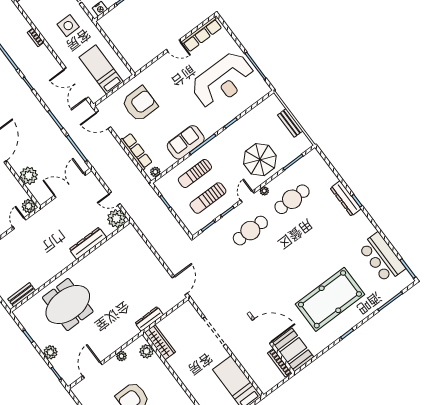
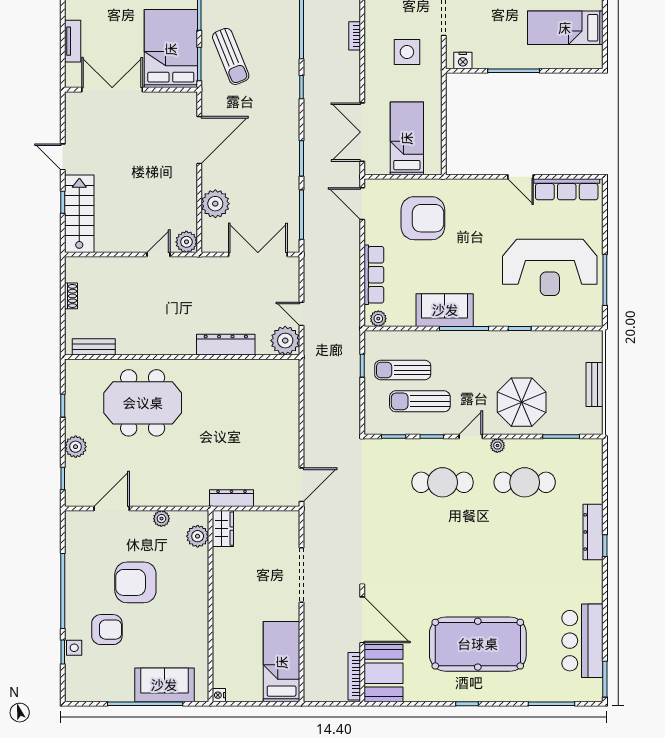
sun lounger: (195, 173) -> (403, 370), moved
wardrobe: (160, 342) -> (223, 529), width x0.67

